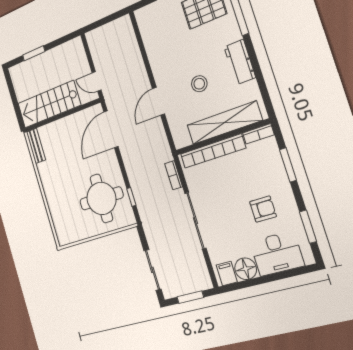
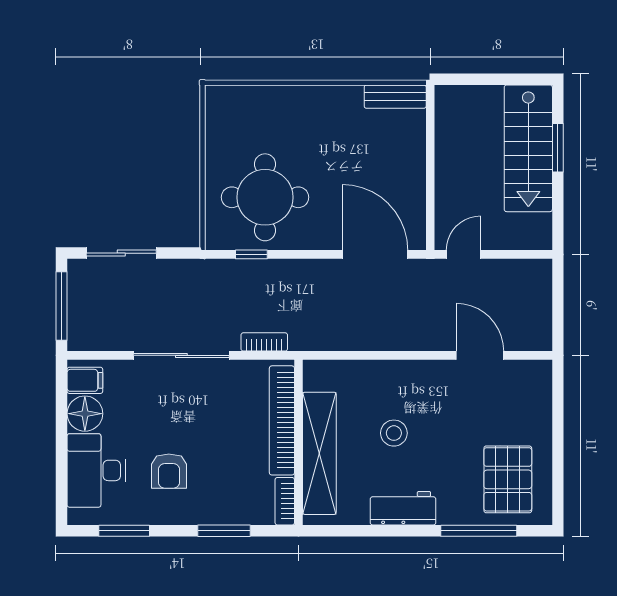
door: (159, 101) -> (480, 355), moved
stairs: (49, 104) -> (528, 148), moved, turned 180
window: (190, 297) -> (62, 306), width x1.44

